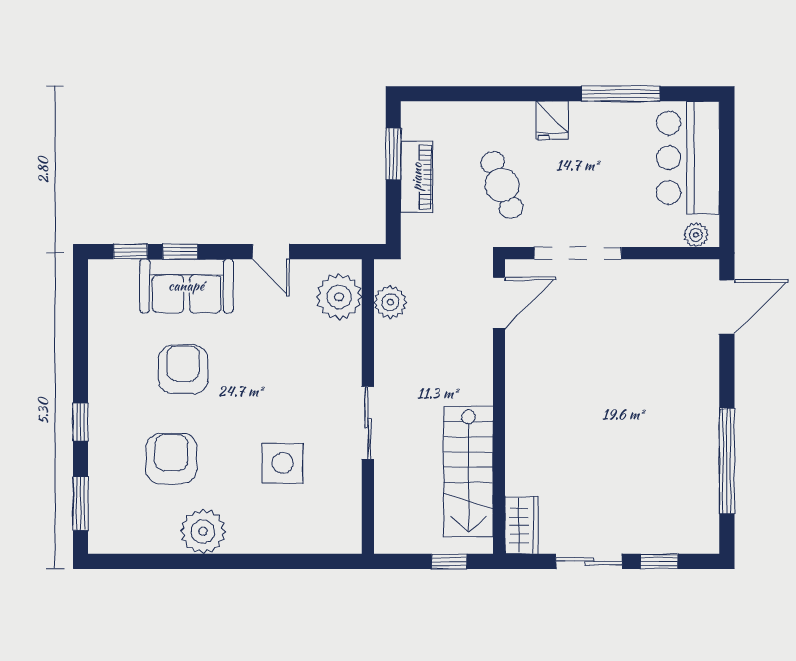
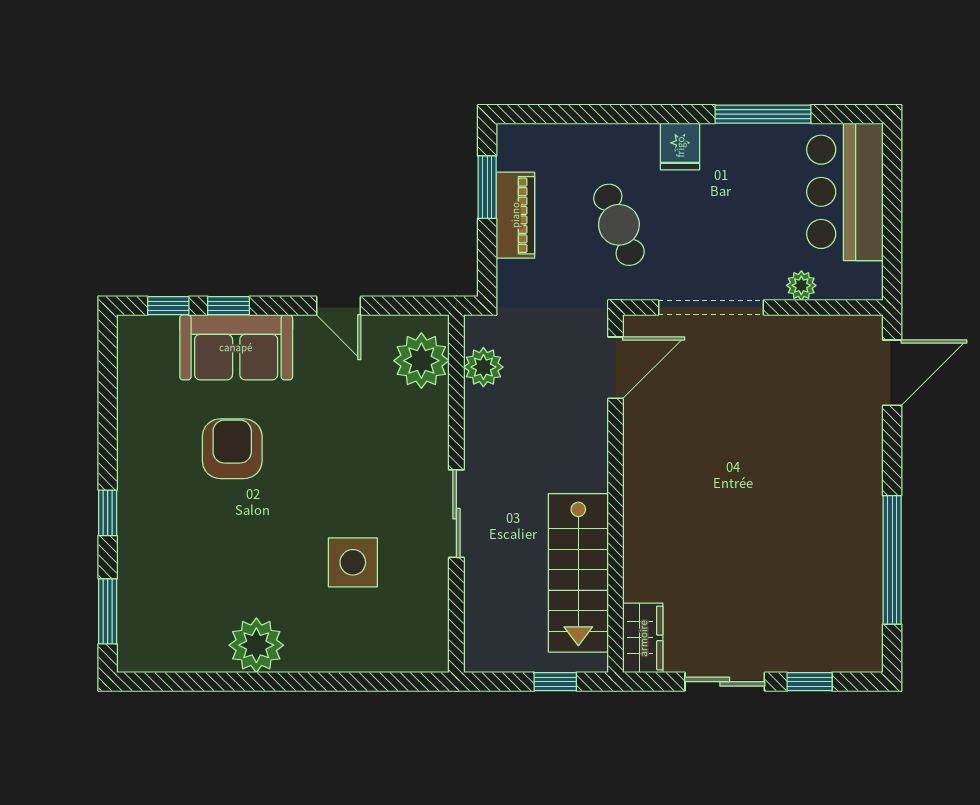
plant: (696, 235) -> (801, 285), moved
armchair: (171, 459) -> (218, 557), removed

